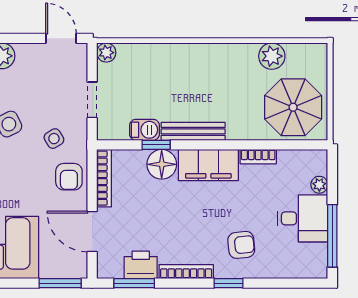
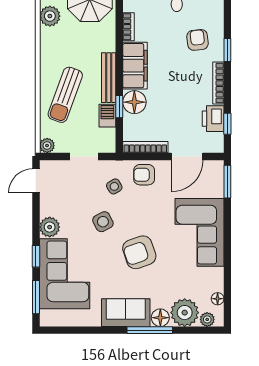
sun lounger: (171, 76) -> (65, 95), added
armchair: (69, 177) -> (144, 175), turned 180
window: (134, 283) -> (227, 124), width x0.67

